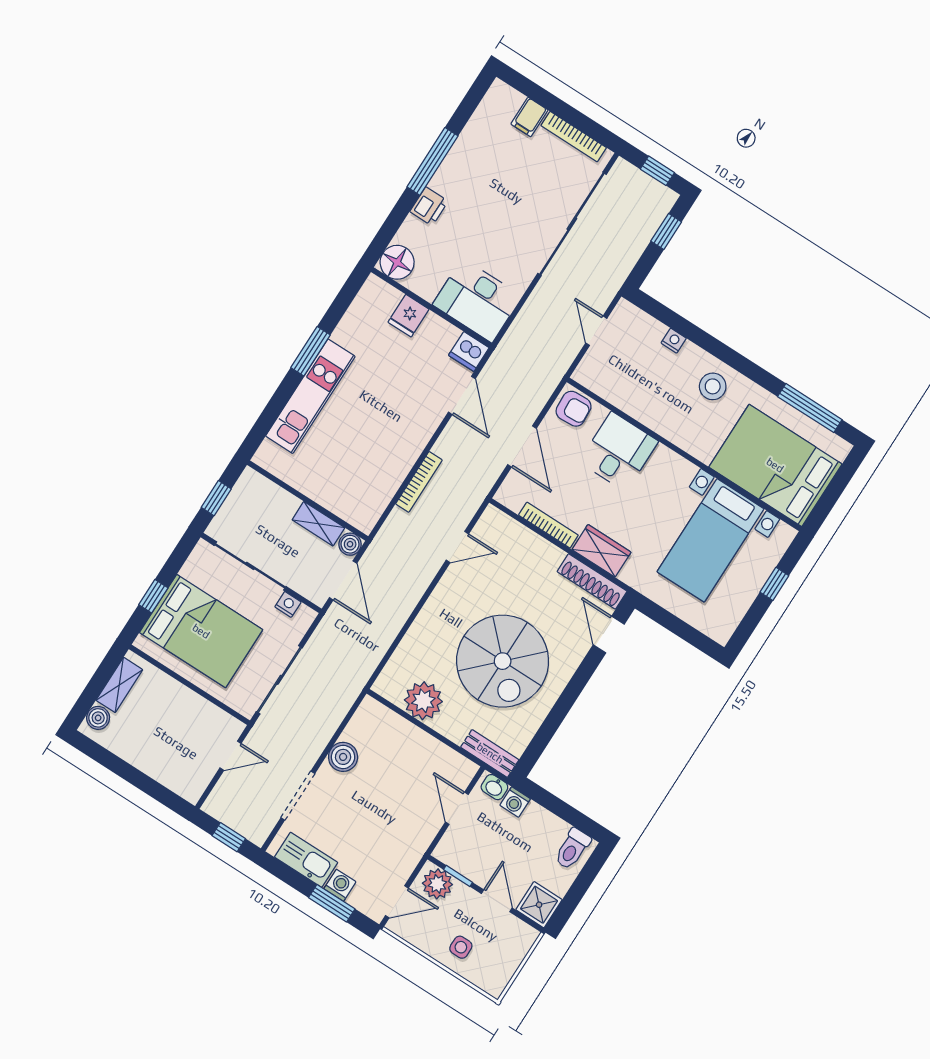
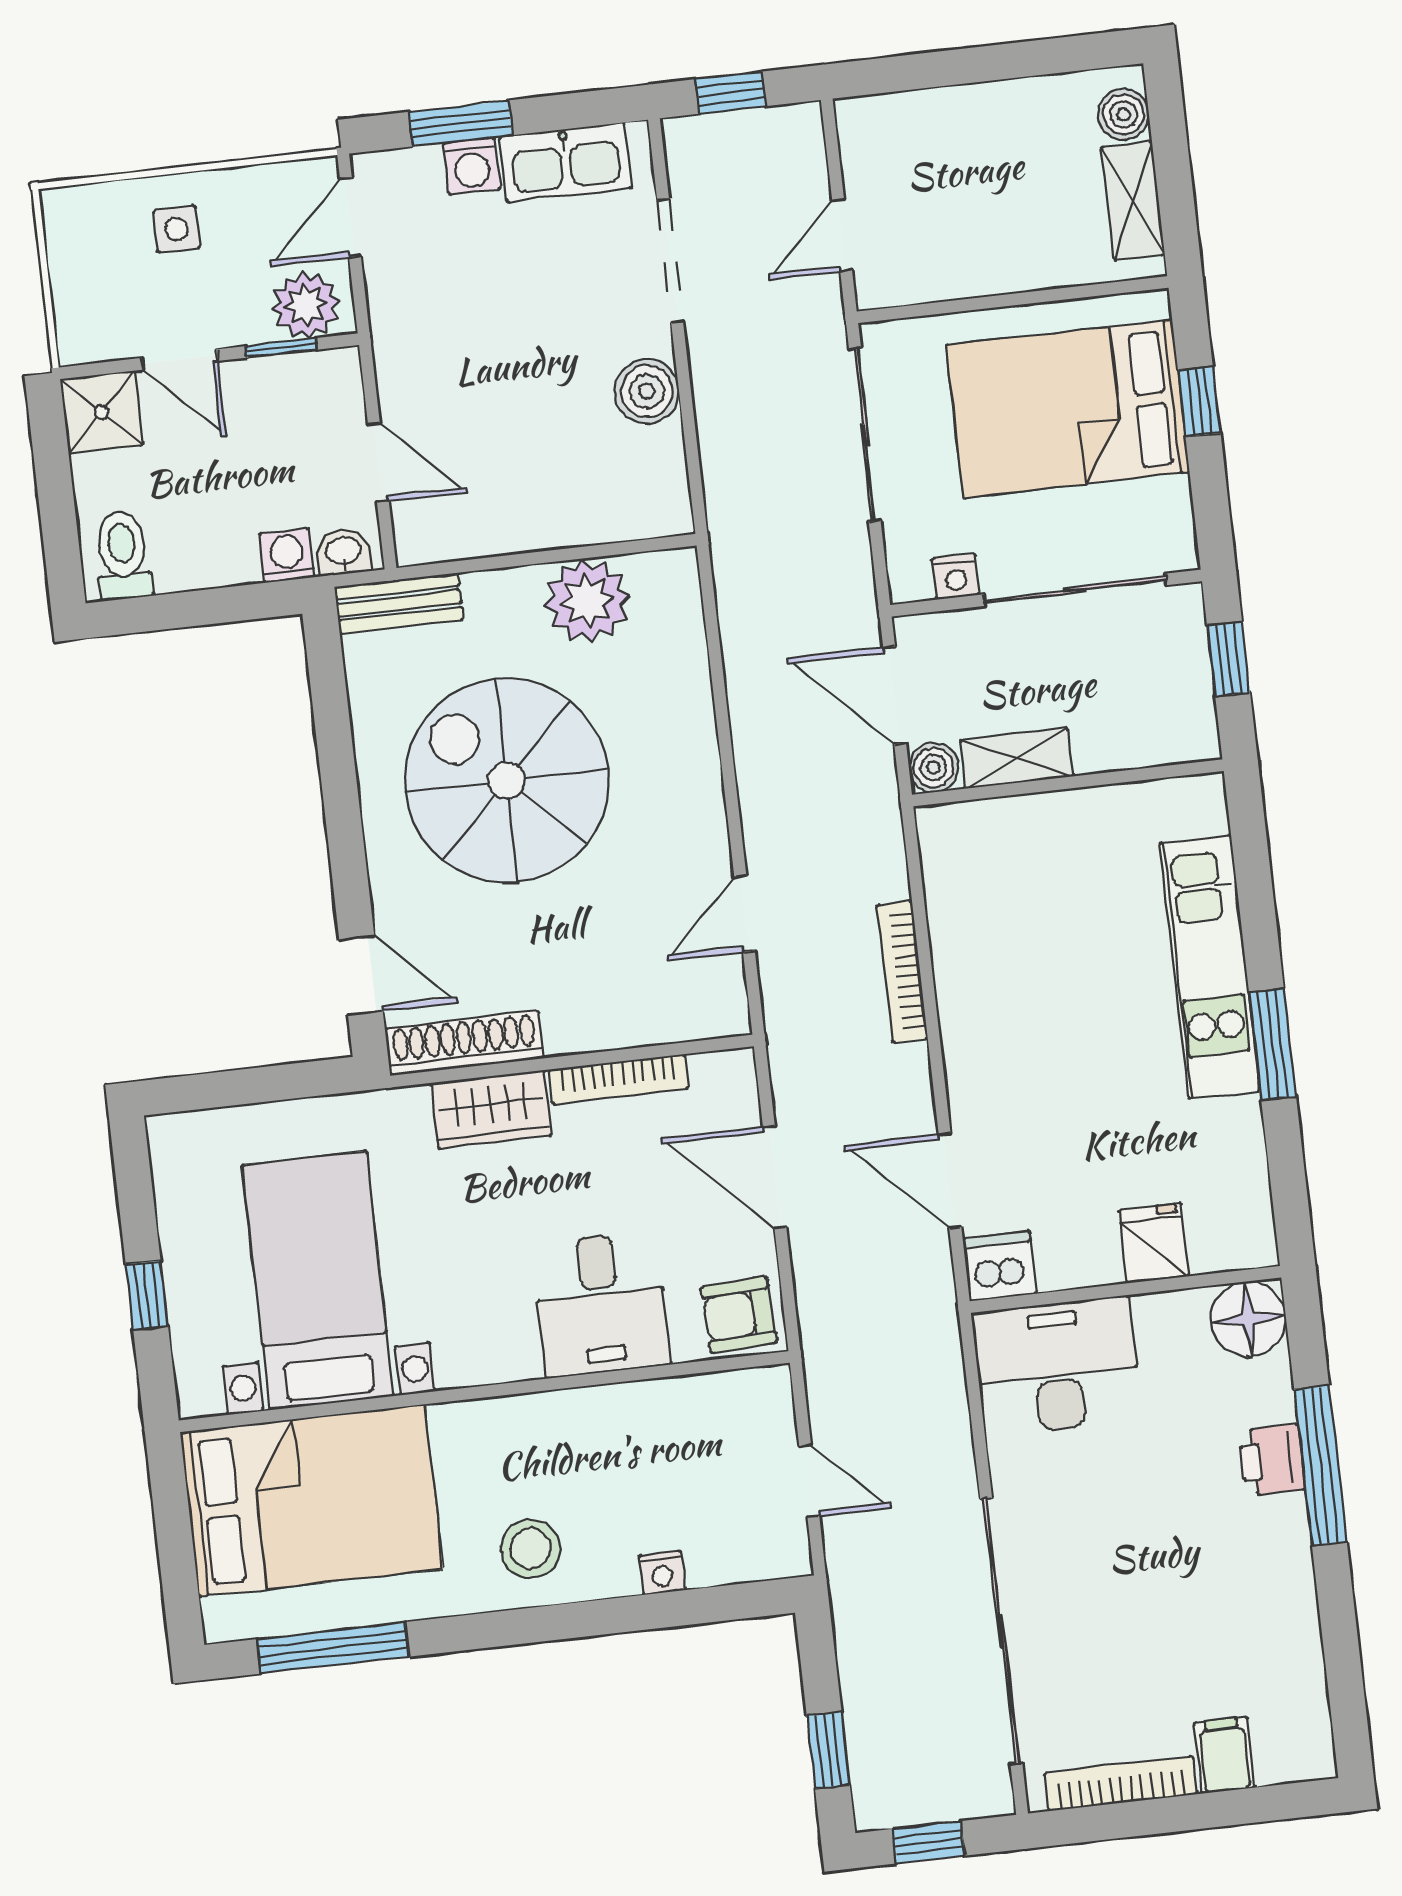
window: (432, 161) -> (1320, 1465), moved

